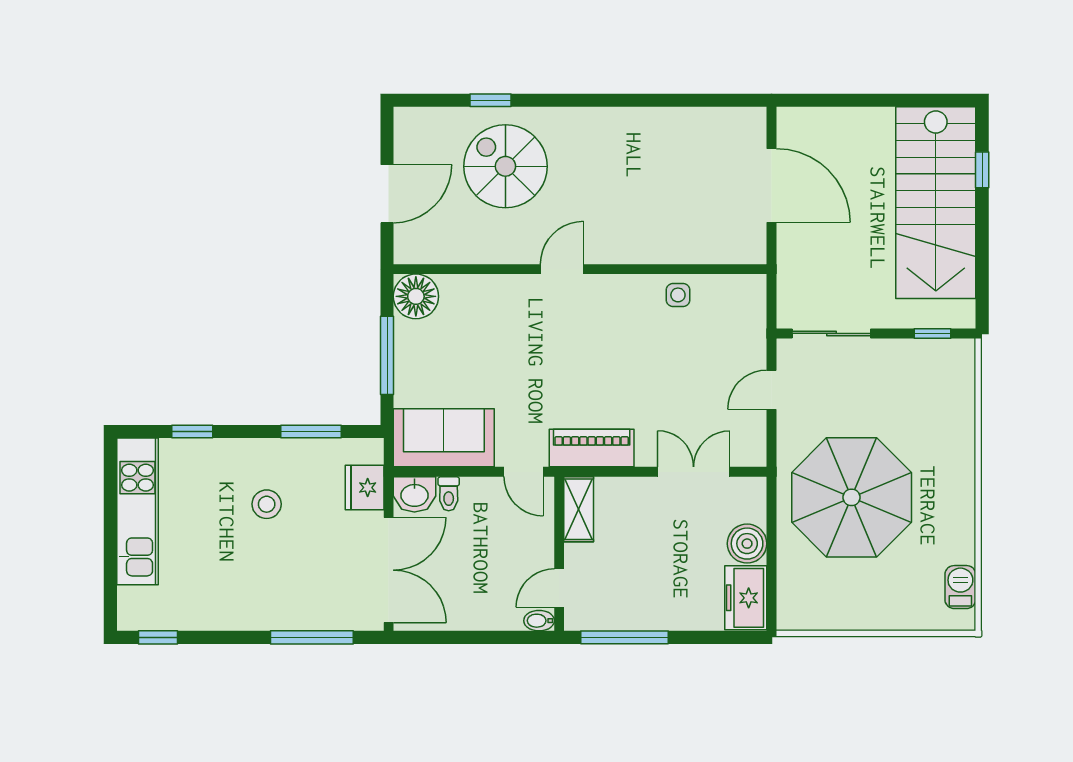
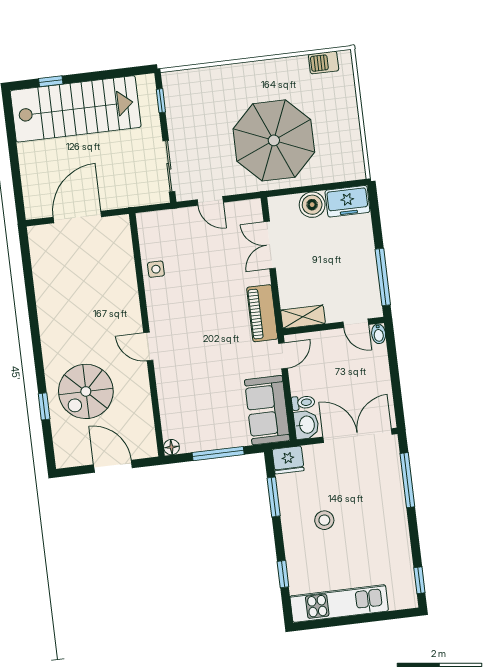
floor lamp: (416, 296) -> (171, 447), width x0.53, depth x0.53
fridge: (365, 488) -> (288, 460), moved

